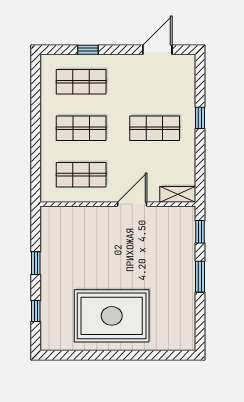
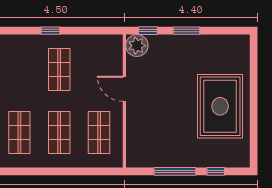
shelving: (178, 194) -> (116, 50), removed
plant: (183, 219) -> (137, 46), added
window: (36, 263) -> (175, 171), width x2.17

